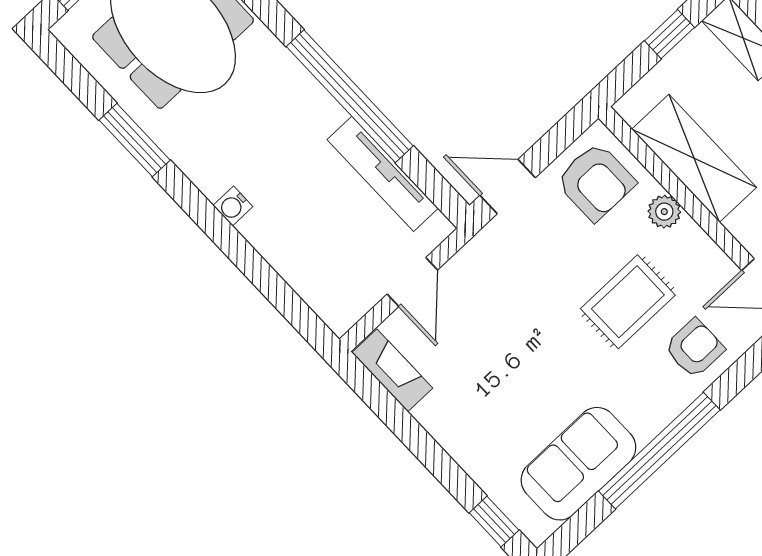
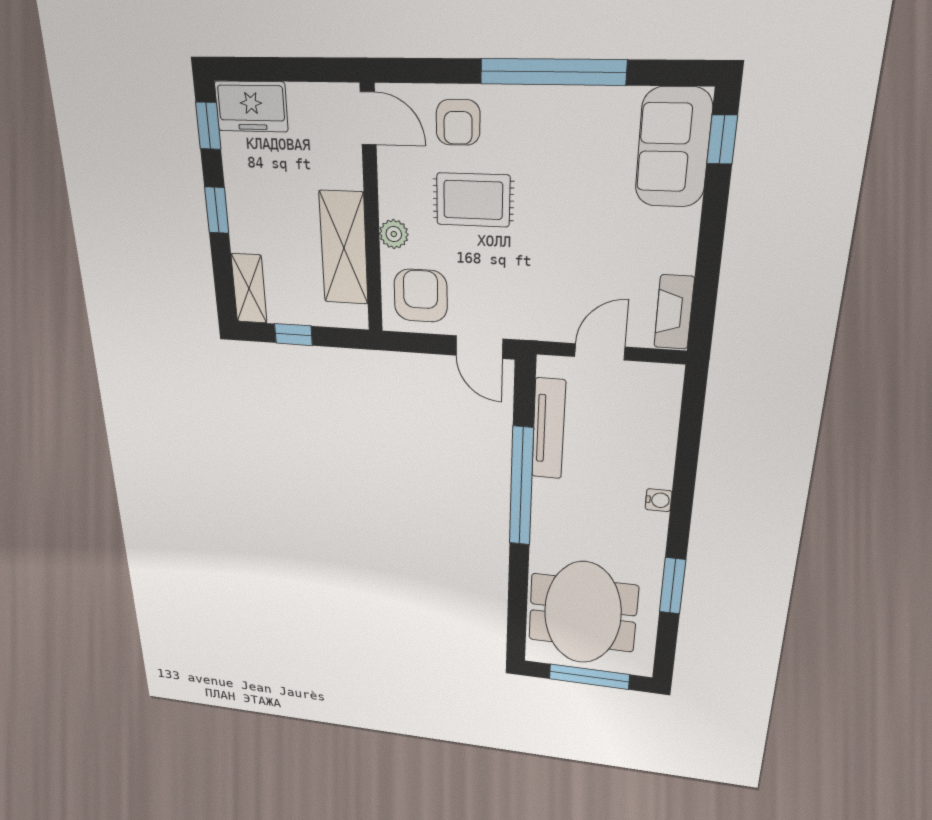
armchair: (694, 348) -> (458, 122), turned -90
sofa: (578, 464) -> (673, 148), moved, turned 90

